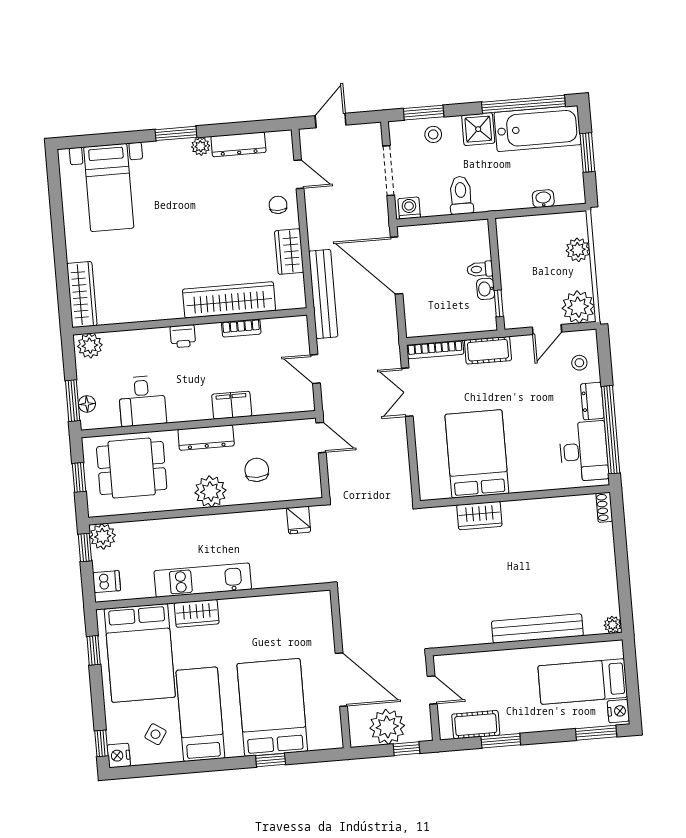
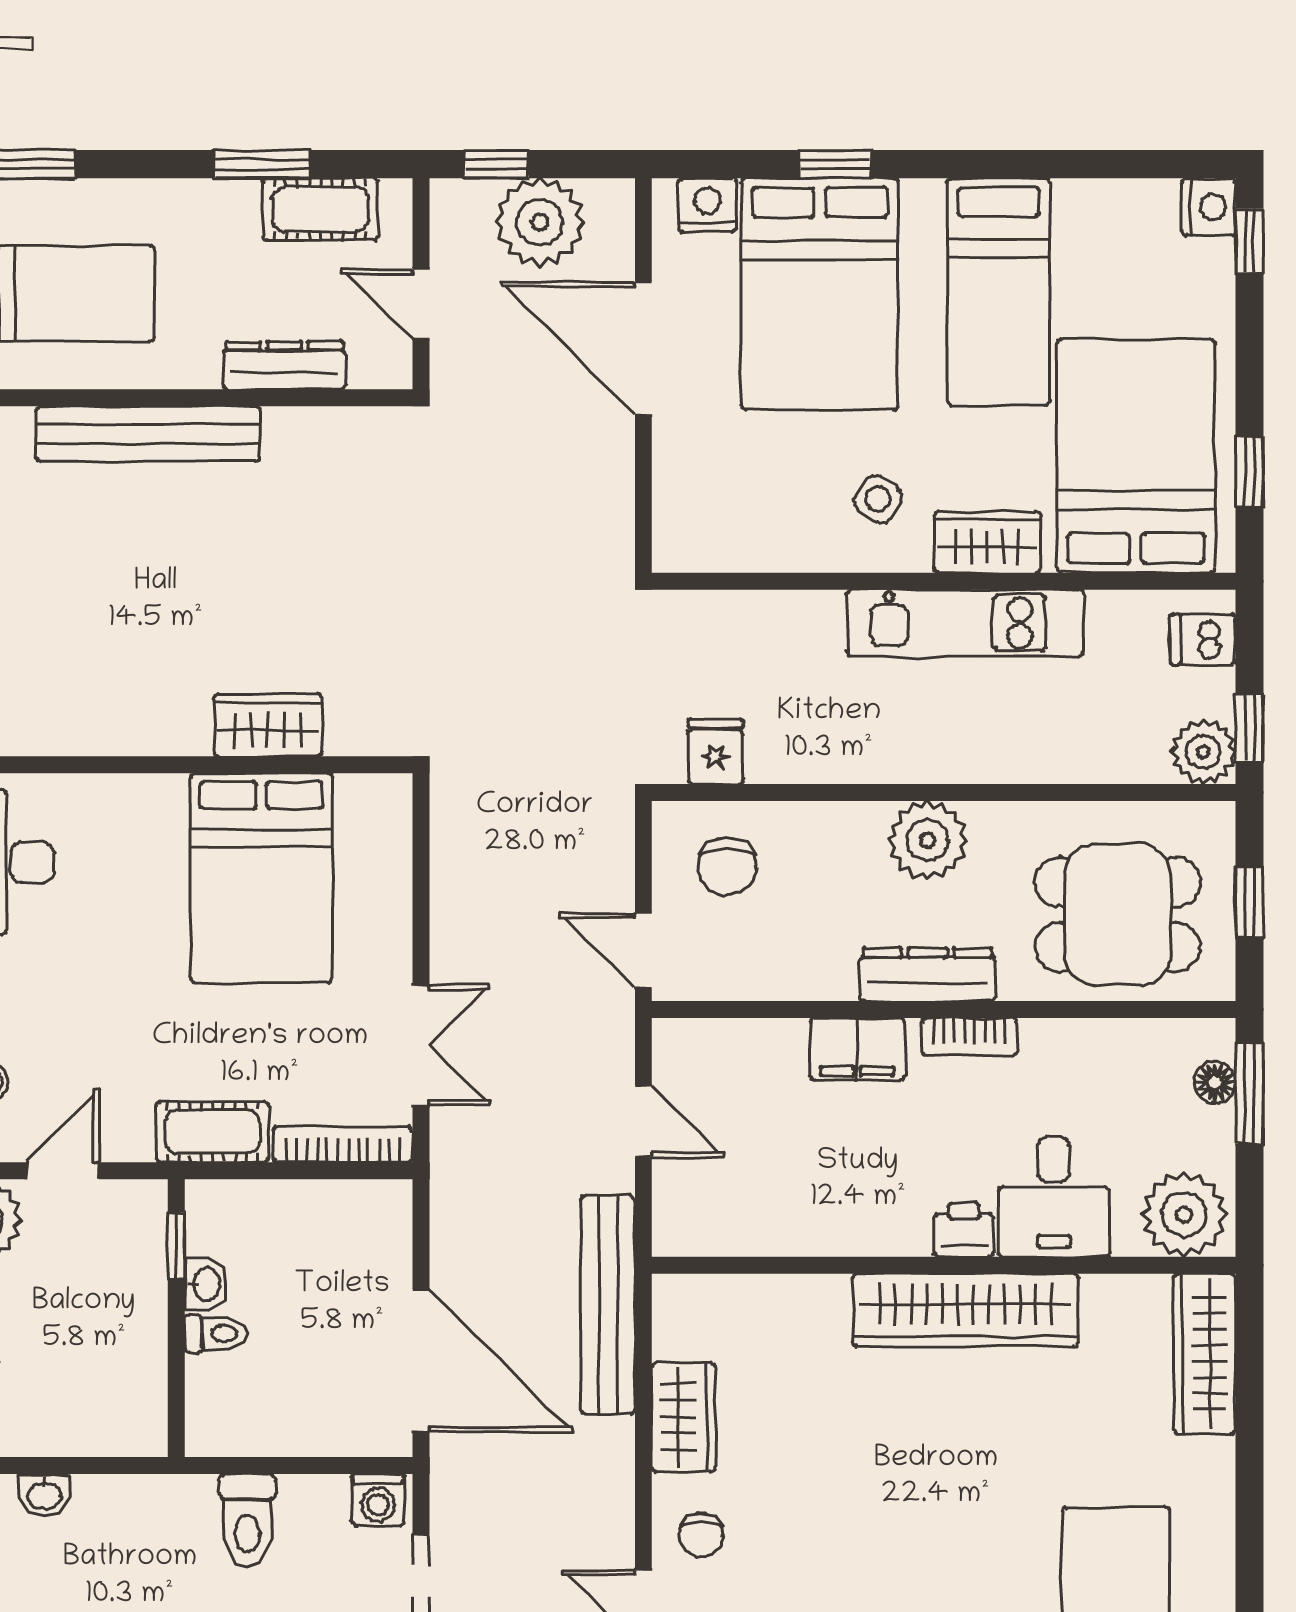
wardrobe: (229, 300) -> (965, 1310), moved
bookcase: (241, 328) -> (969, 1037), moved, turned 180
plant: (90, 346) -> (1184, 1214), width x1.36, depth x1.36
desk: (142, 401) -> (1054, 1197), moved, turned 180
chair: (257, 470) -> (727, 867), moved
dresser: (485, 661) -> (284, 365), added
side table: (156, 734) -> (878, 499), moved
nightstand: (320, 739) -> (708, 205), added

